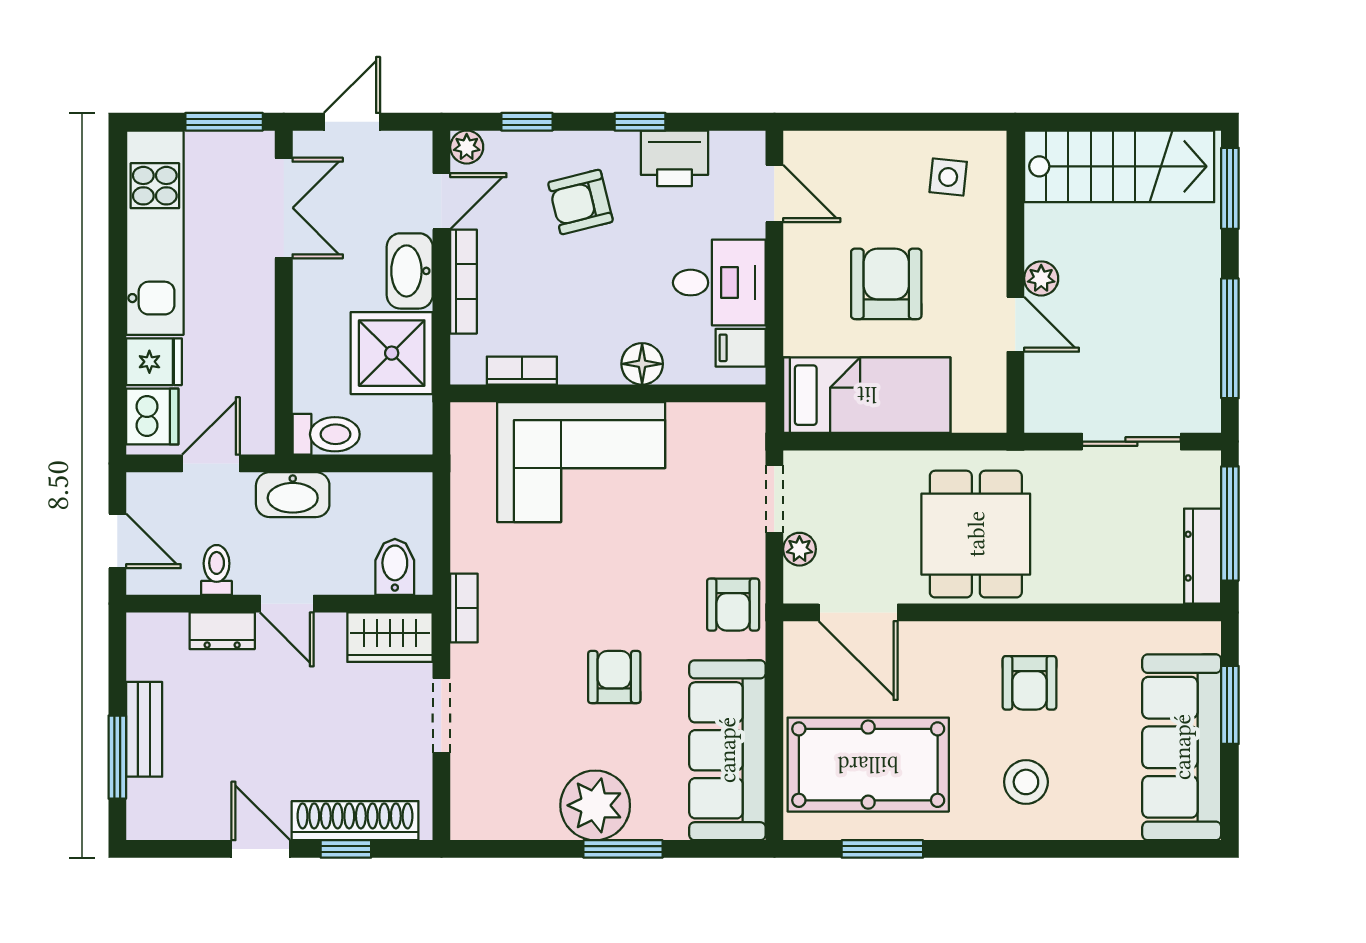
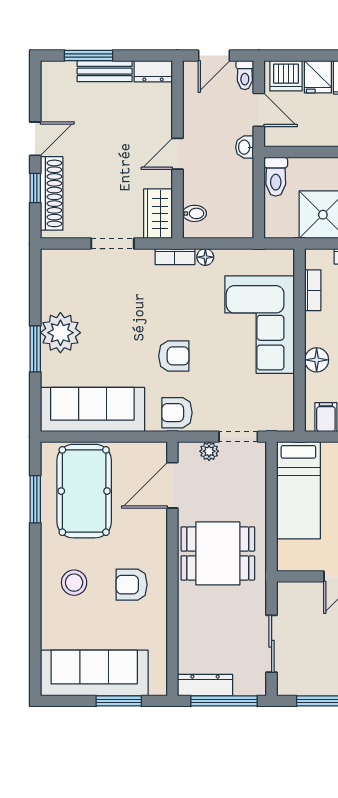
washbasin: (293, 495) -> (245, 147), width x0.52, depth x0.69
floor lamp: (465, 556) -> (205, 257), added
bidet: (395, 567) -> (195, 213), width x0.72, depth x0.74
toilet: (217, 570) -> (245, 75), moved, turned 90
dresser: (222, 631) -> (153, 71), moved, turned -90
armchair: (614, 677) -> (174, 356), moved

